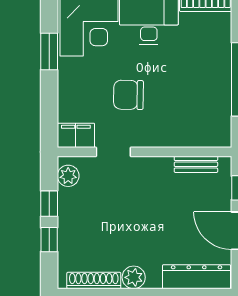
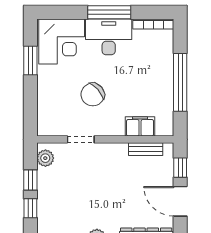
chair: (128, 95) -> (93, 95), turned -42
filing cabinet: (76, 135) -> (140, 126), moved

